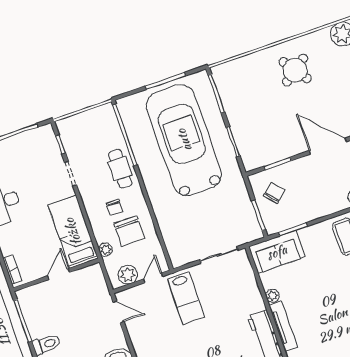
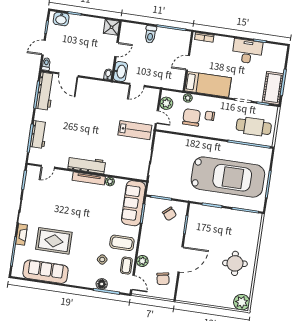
round table: (295, 70) -> (235, 263), turned 30
cot: (33, 142) -> (273, 88), added
cafe table: (120, 169) -> (254, 127), moved, width x1.37, depth x1.35
chair: (129, 231) -> (191, 117), turned 90
sofa: (277, 252) -> (133, 203), width x1.36
door: (58, 274) -> (188, 63), swing flipped
lab bench: (186, 298) -> (135, 130), turned 180
door: (118, 312) -> (137, 85), moved

